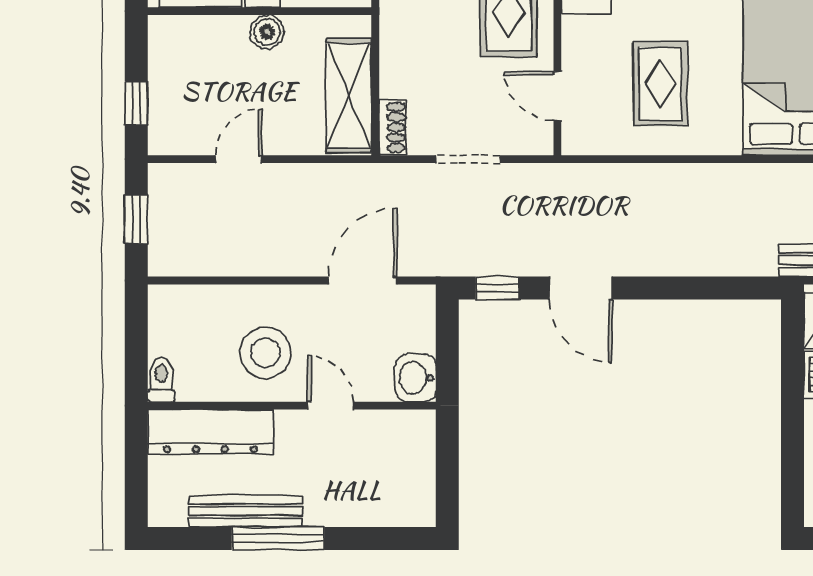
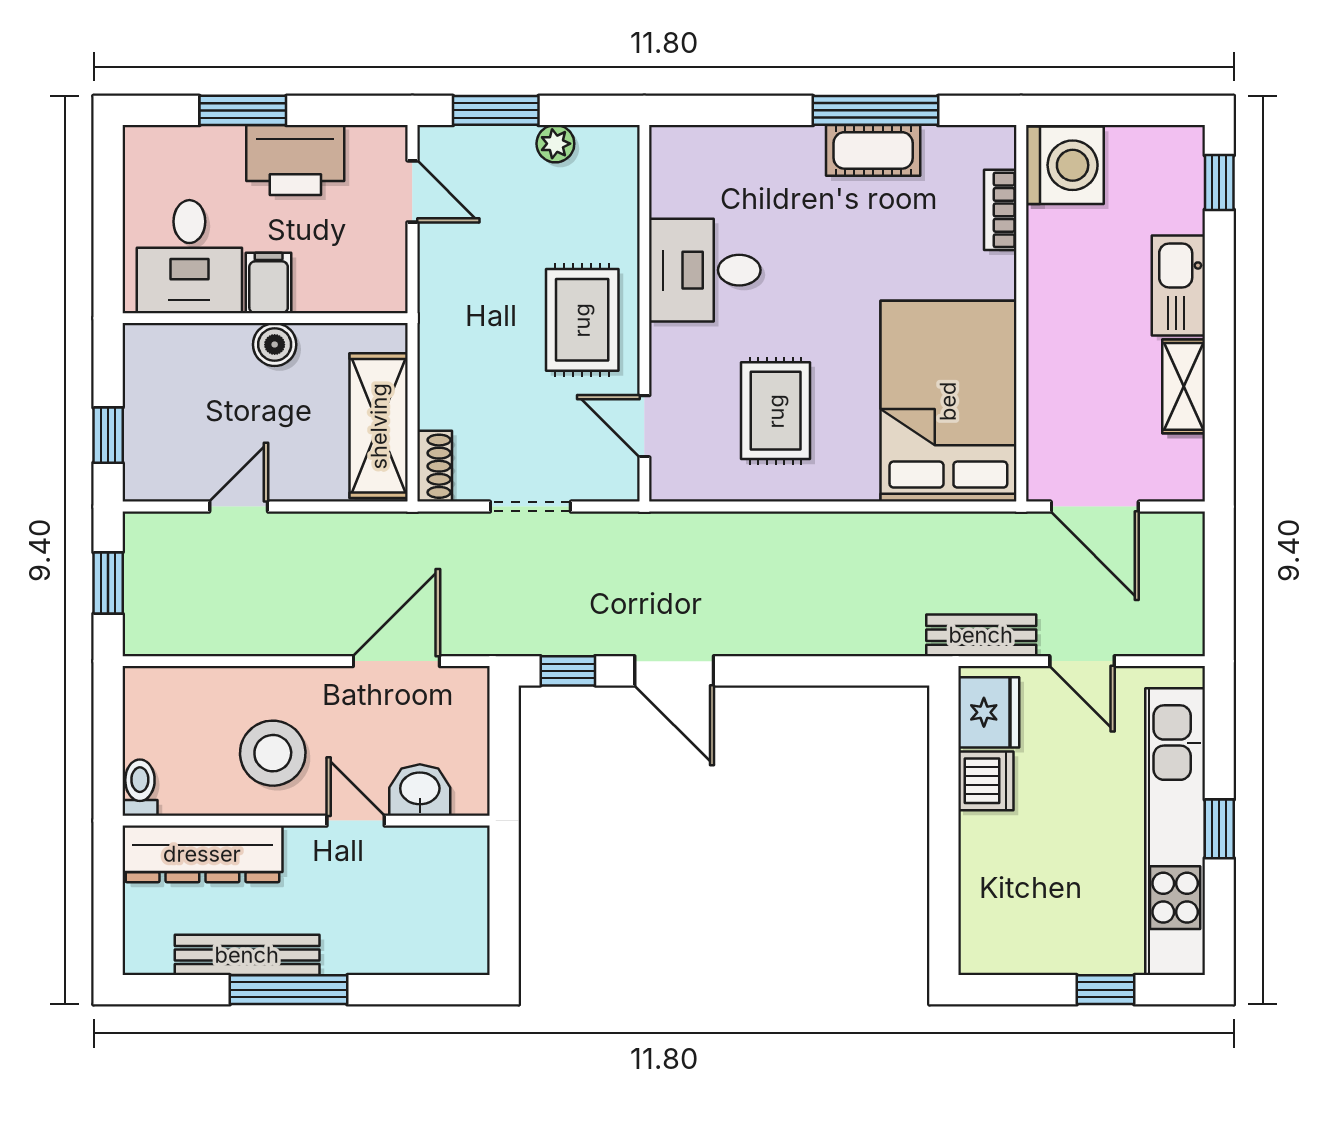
washbasin: (416, 378) -> (420, 790), moved, turned 90

